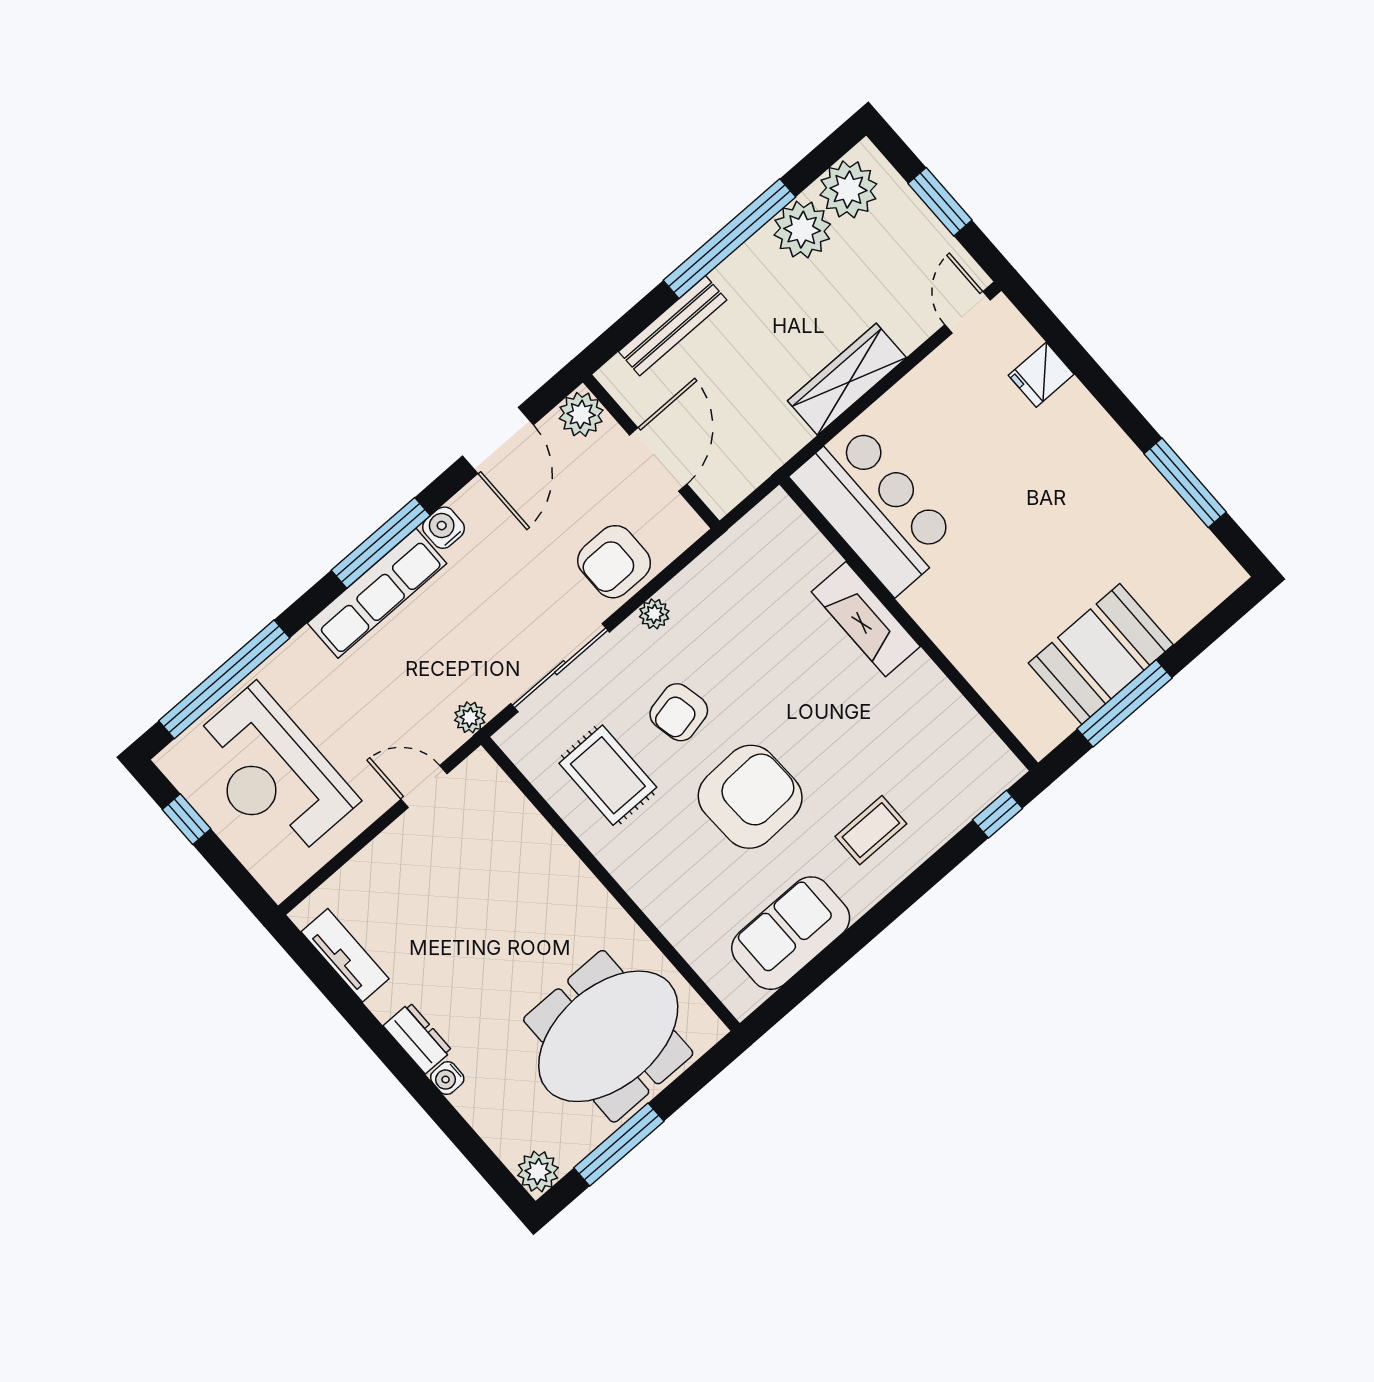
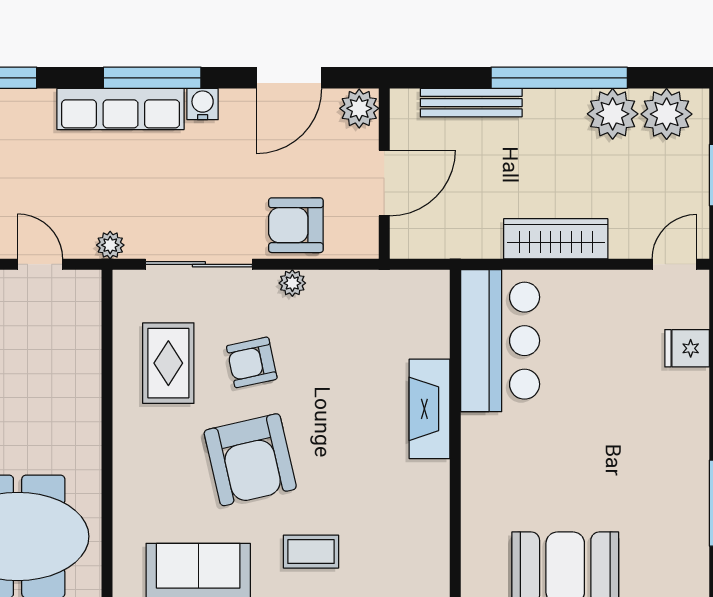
armchair: (750, 797) -> (250, 460), turned 79

